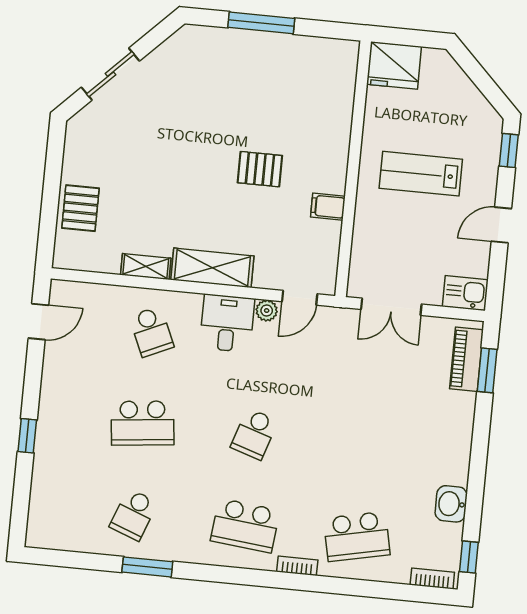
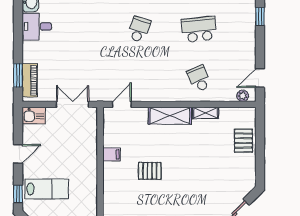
lab bench: (421, 174) -> (47, 189), moved
plant: (267, 311) -> (243, 96), moved
desk: (227, 323) -> (37, 27), moved, turned 90

